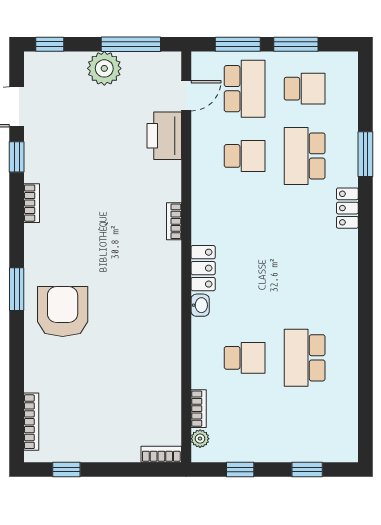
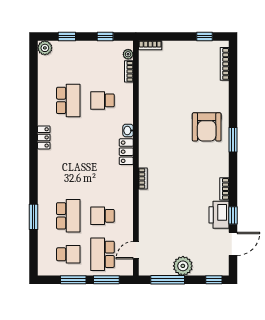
school desk: (305, 89) -> (68, 254), turned 180
printer: (164, 136) -> (219, 215), moved, turned 180
locker: (347, 208) -> (44, 137), moved
plant: (346, 450) -> (45, 48), added

